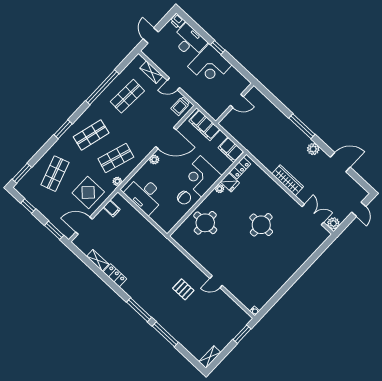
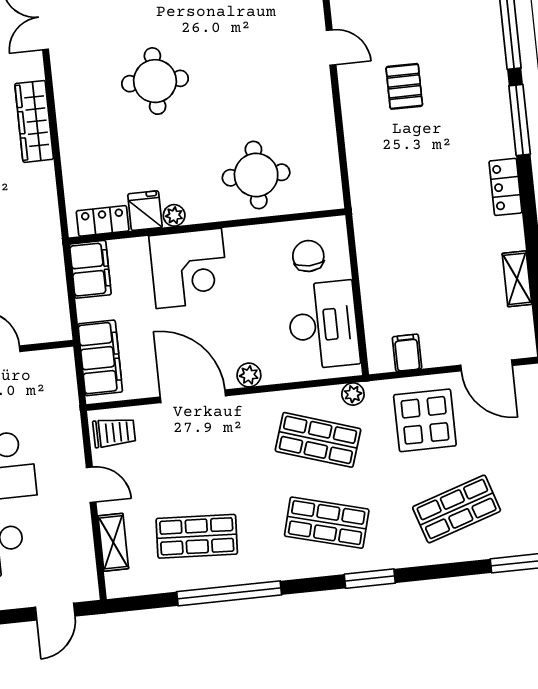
chair: (184, 198) -> (308, 256), moved
locker: (115, 275) -> (506, 187), moved

